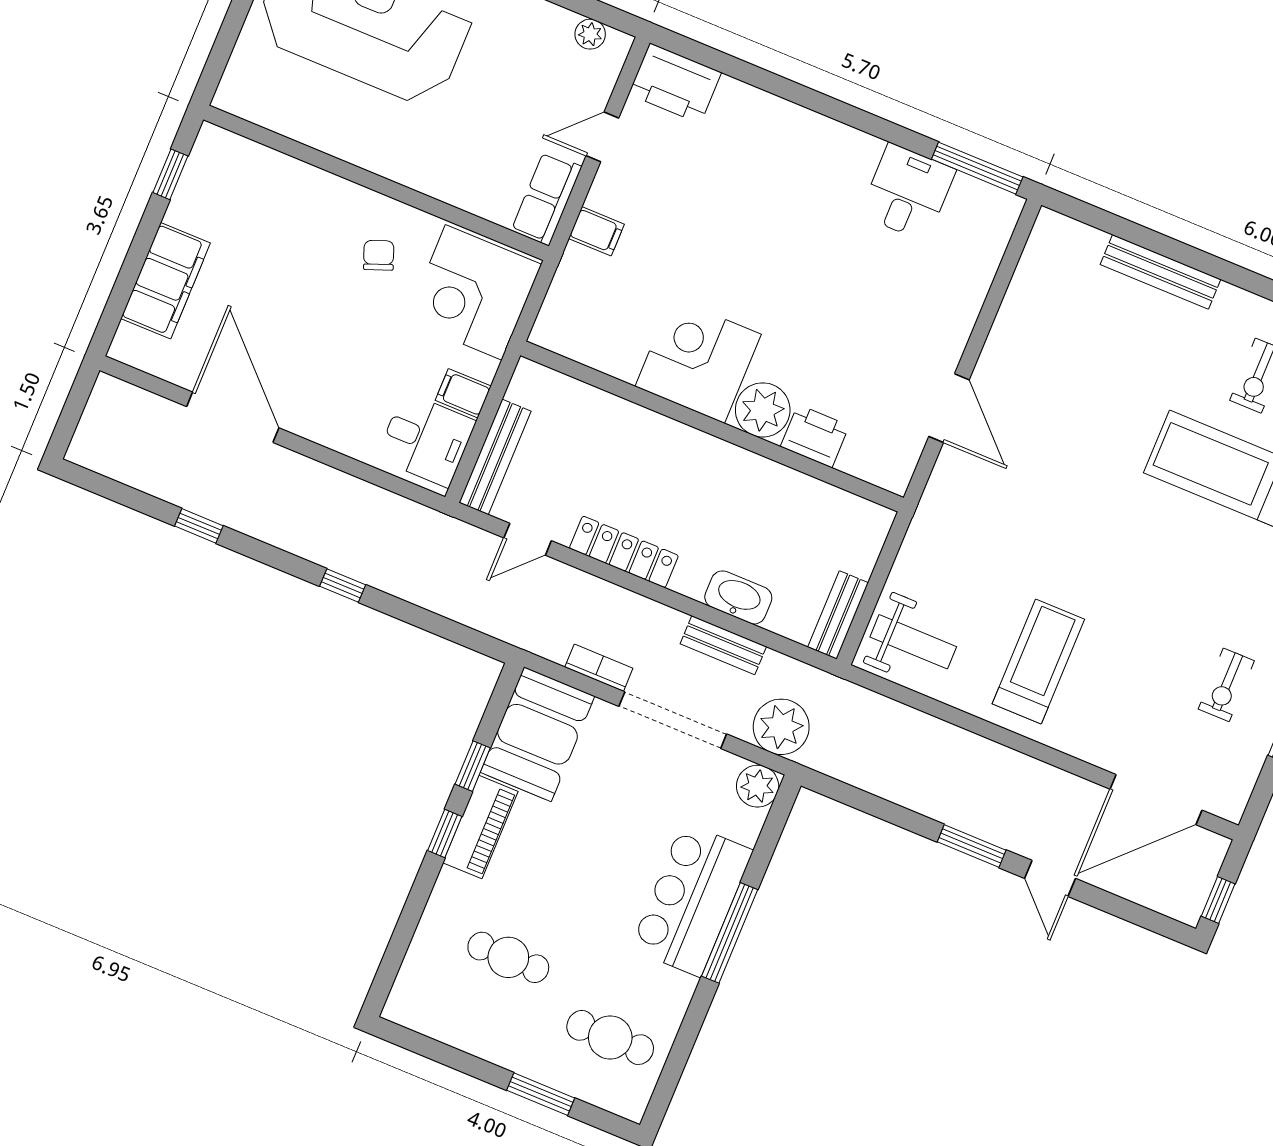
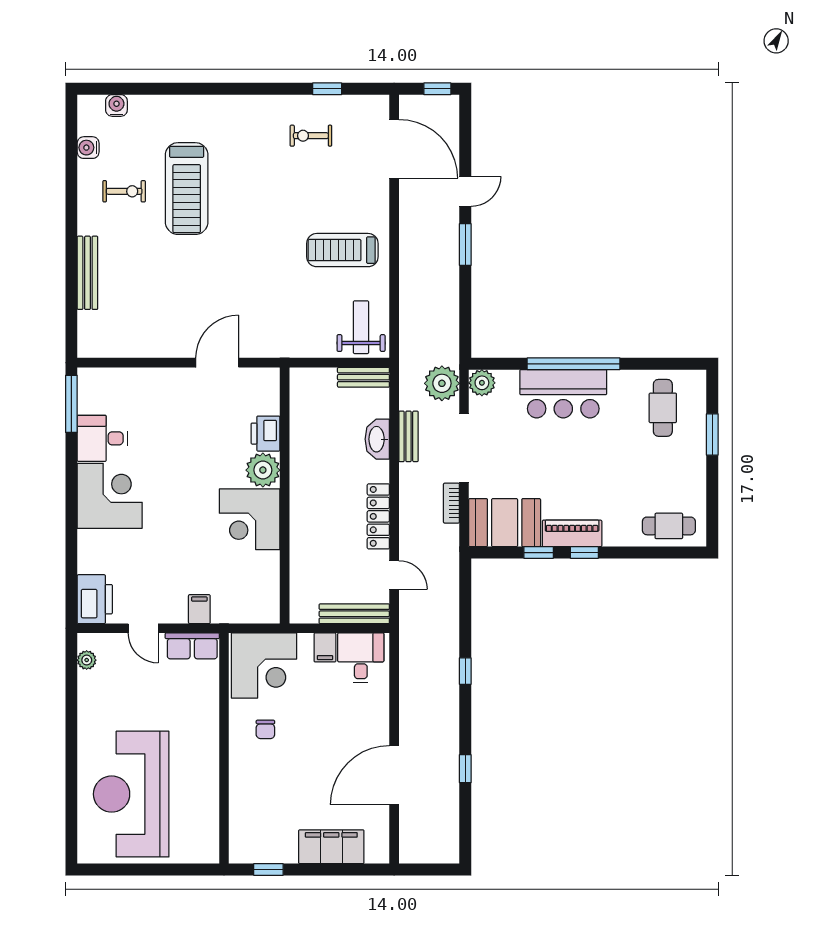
corner desk: (818, 168) -> (110, 496), added
chair: (379, 255) -> (265, 729), turned -69
exercise bike: (1226, 685) -> (311, 136), turned 180
window: (730, 933) -> (574, 364), width x1.46
cafe table: (508, 957) -> (669, 526), moved, turned 90

